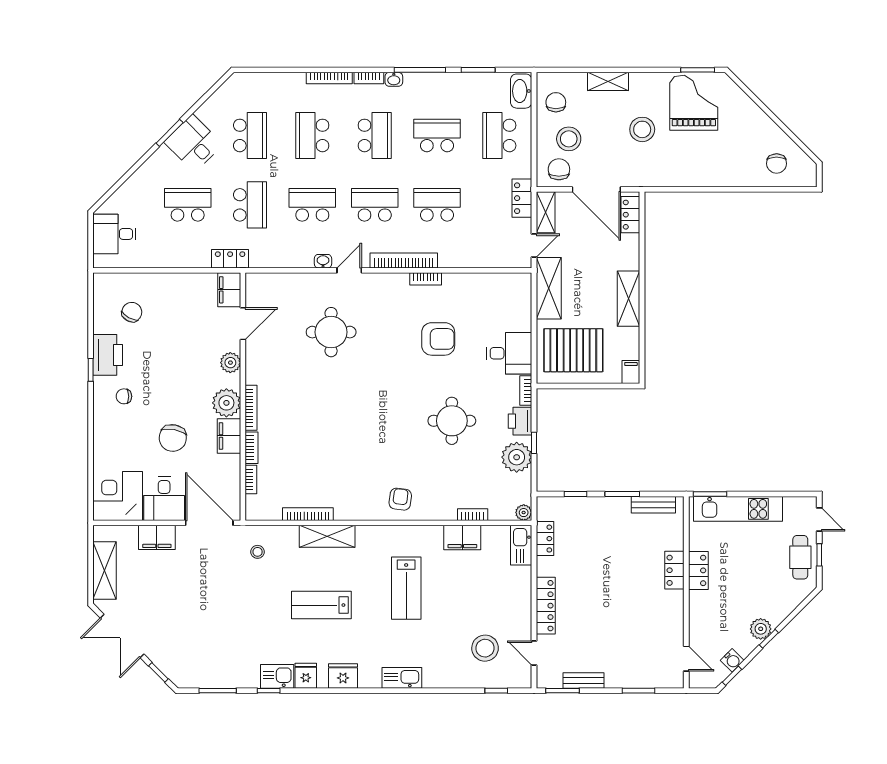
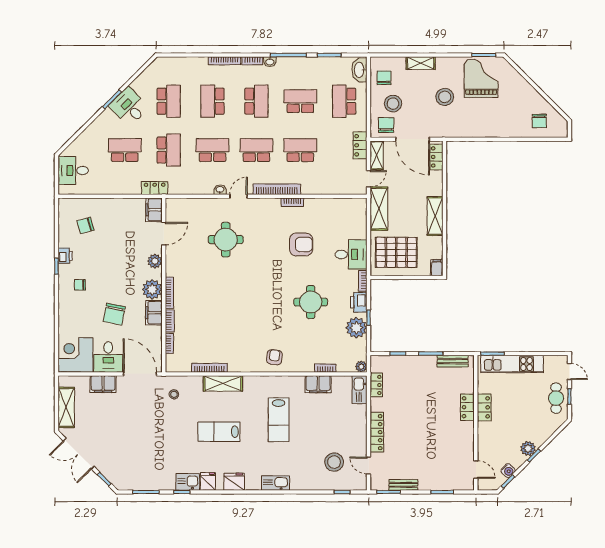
chair: (132, 312) -> (85, 226), turned -135
printer: (108, 355) -> (65, 256), width x0.53, depth x0.68

